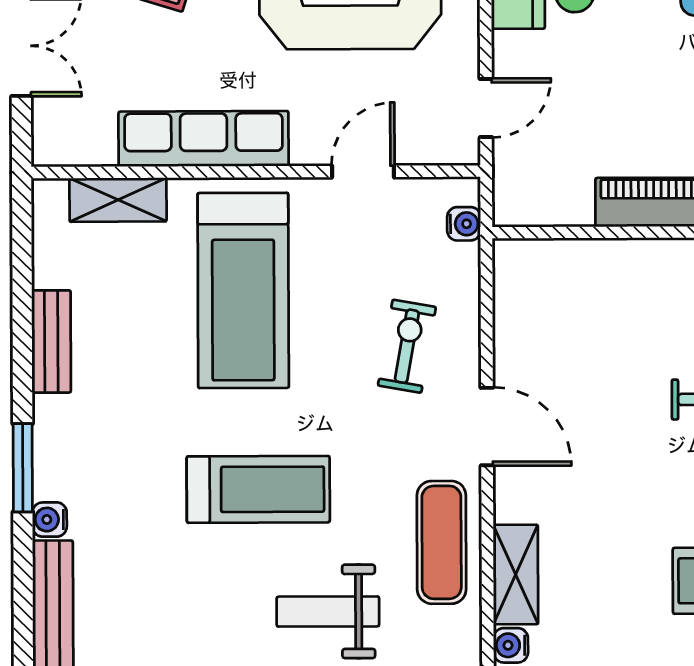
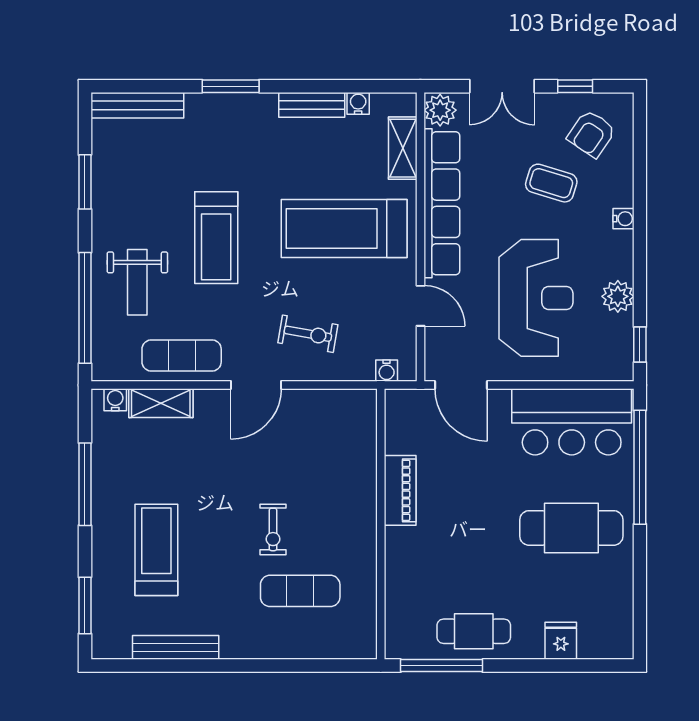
door: (486, 108) -> (461, 385), width x1.37
row of seats: (204, 139) -> (442, 203), width x1.36
plant: (59, 142) -> (440, 110), added
water cooler: (50, 520) -> (358, 103), moved
weight bench: (328, 612) -> (137, 282), turned 180

